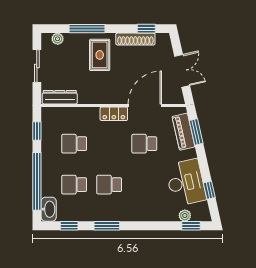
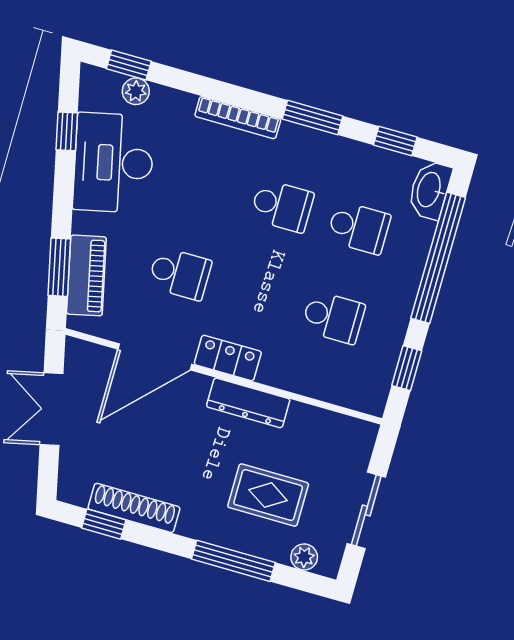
rug: (100, 55) -> (268, 495), moved, turned 90
dresser: (60, 97) -> (248, 403), moved
bookcase: (139, 217) -> (238, 118), added

